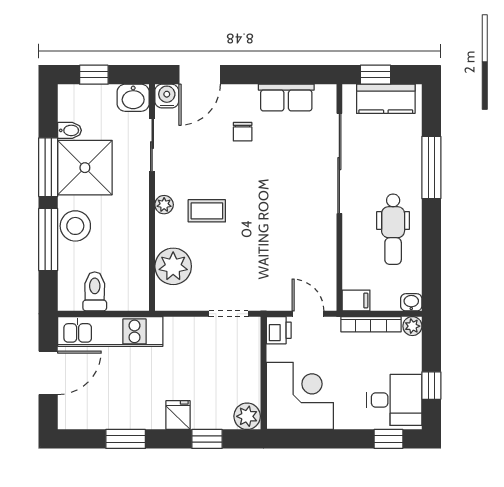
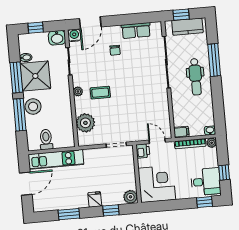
dental chair: (393, 229) -> (195, 77), moved

